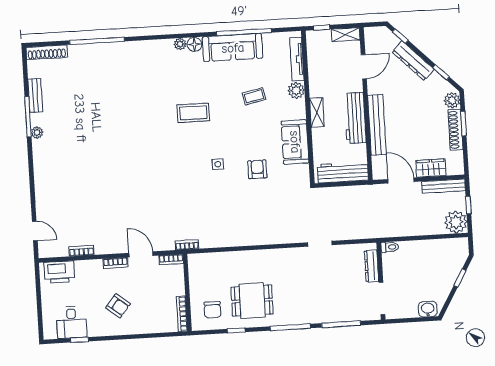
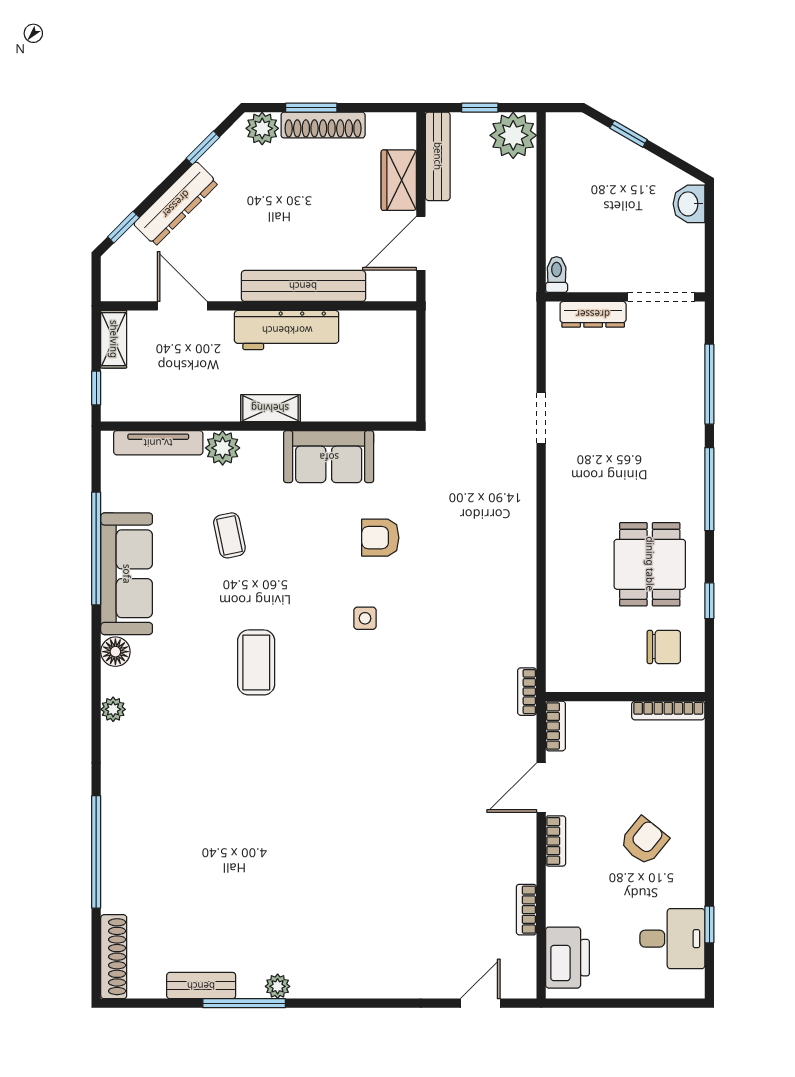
plant: (180, 44) -> (113, 709), moved
workbench: (343, 172) -> (397, 362), removed

